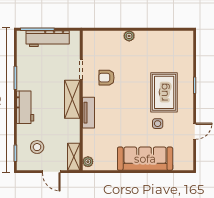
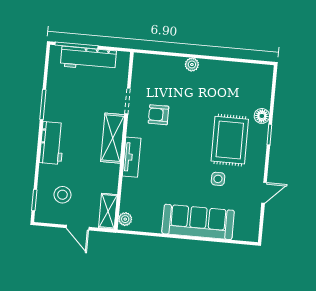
floor lamp: (187, 71) -> (262, 116), added

